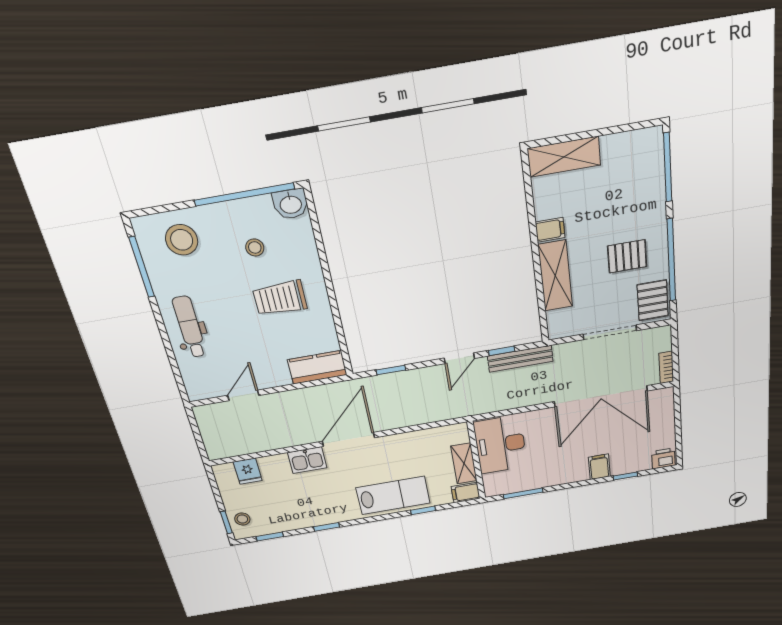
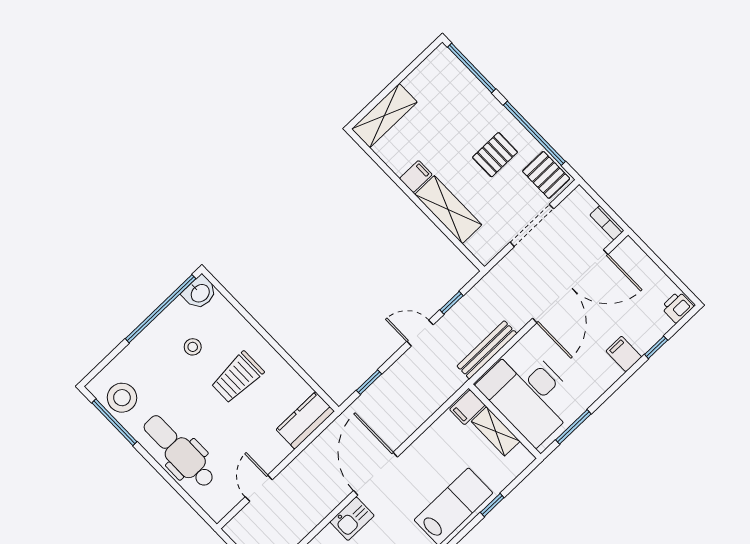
stool: (182, 240) -> (122, 398), moved
dental chair: (190, 327) -> (179, 451), width x1.36, depth x1.38
door: (459, 358) -> (420, 333), swing flipped
bench: (520, 359) -> (487, 350), moved
desk: (500, 445) -> (529, 394), width x1.36, depth x1.30
filing cabinet: (466, 493) -> (467, 407), moved

